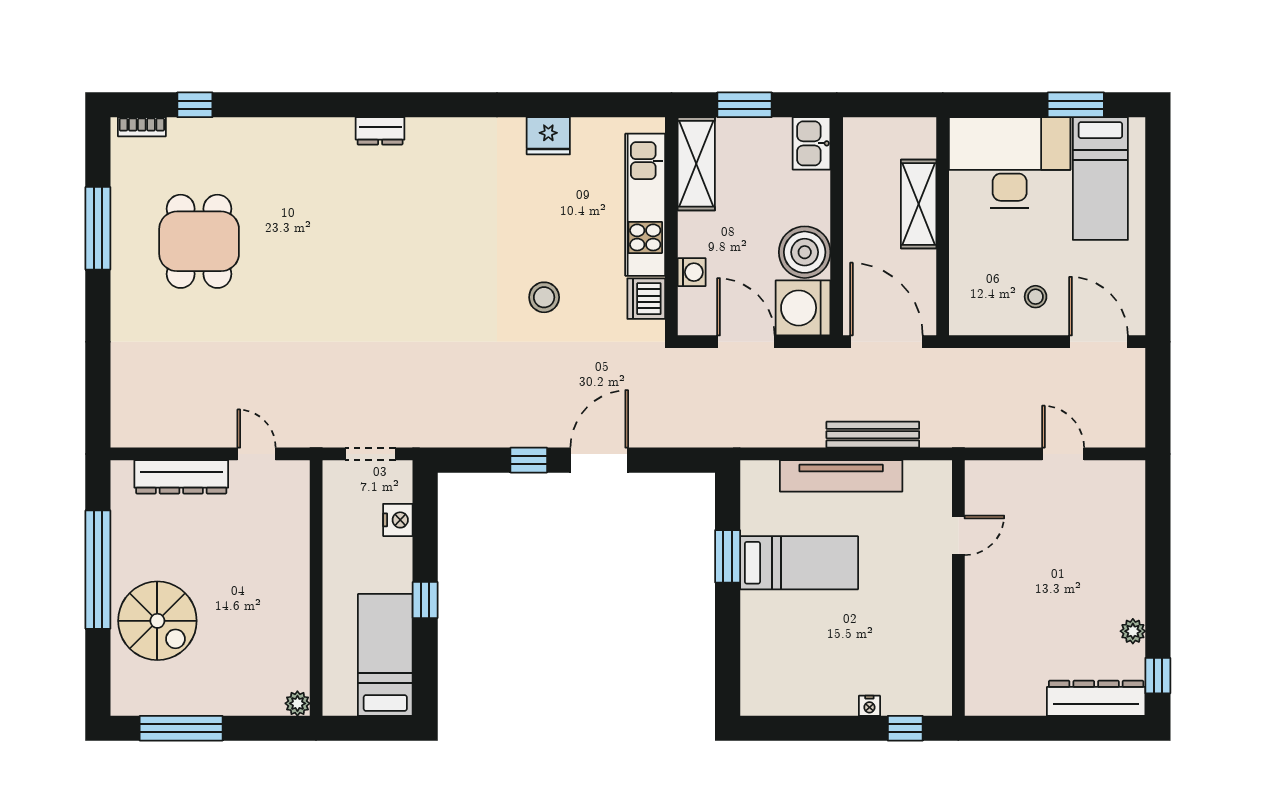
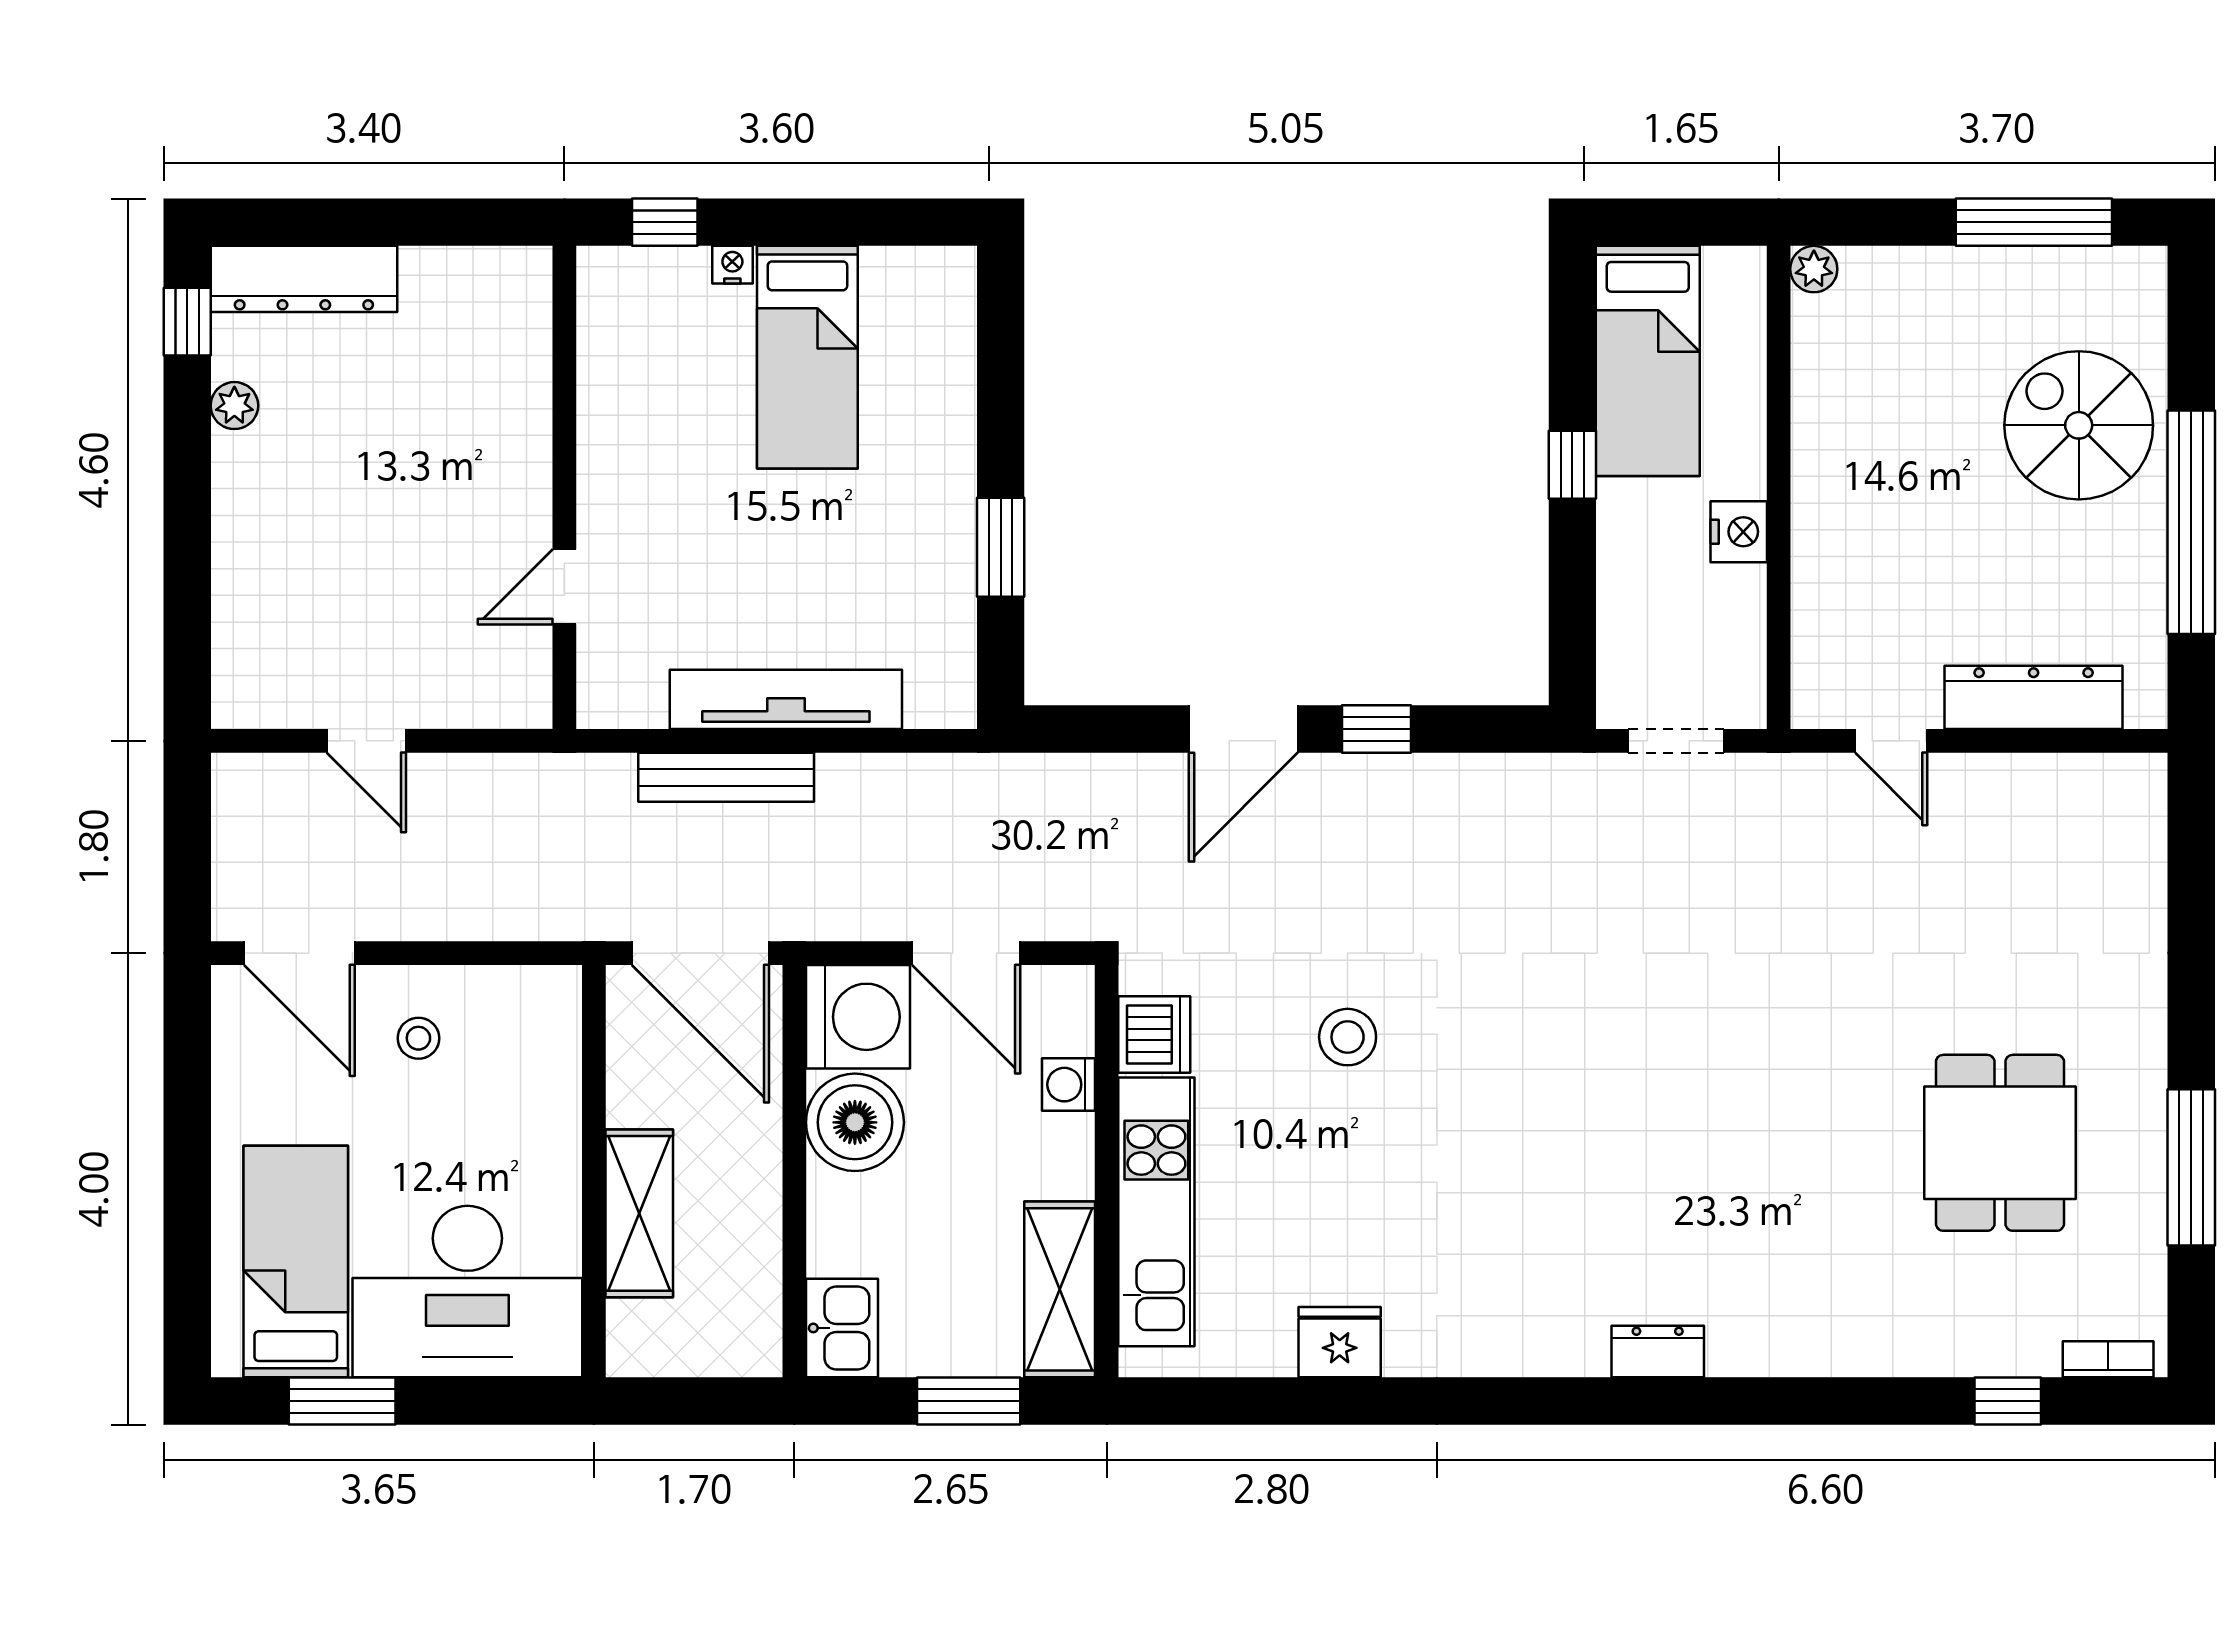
nightstand: (398, 520) -> (1739, 532), moved, turned 180
bed: (799, 563) -> (807, 357), moved, turned -90

